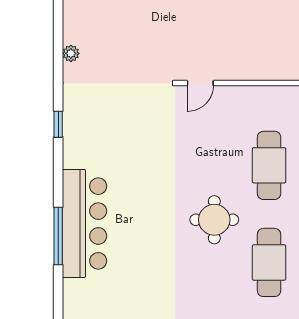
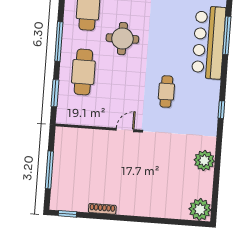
plant: (71, 53) -> (204, 160), width x1.87, depth x1.87
cafe table: (143, 145) -> (166, 92), added

